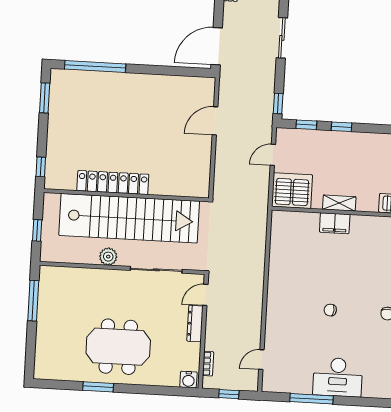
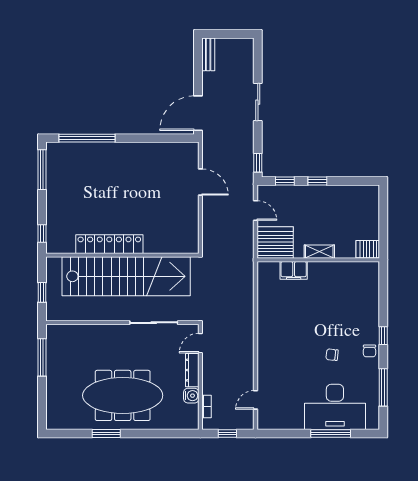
window: (45, 98) -> (42, 170), width x1.44
door: (215, 121) -> (200, 182), swing flipped
door: (273, 155) -> (255, 210), swing flipped
filing cabinet: (335, 223) -> (294, 270), moved
plant: (108, 257) -> (109, 313), removed
chair: (330, 310) -> (332, 355), moved
meeting table: (118, 347) -> (123, 395), width x1.36
desk: (338, 377) -> (335, 407), width x1.36, depth x1.30
water cooler: (188, 380) -> (191, 396), moved, turned -90
window: (312, 399) -> (331, 434), moved

